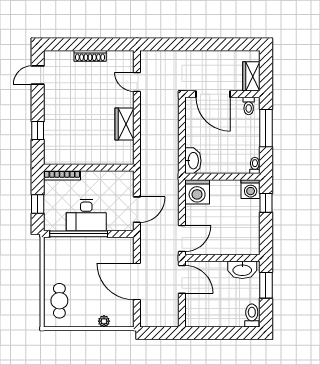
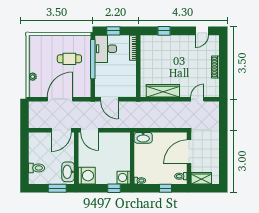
door: (38, 75) -> (202, 31), swing flipped
wardrobe: (124, 124) -> (163, 91), width x1.50
window: (266, 128) -> (166, 188), width x0.46
washing machine: (197, 192) -> (87, 176), moved, turned 180
desk: (86, 215) -> (106, 49), moved
cafe table: (59, 301) -> (69, 59), moved
toilet: (252, 315) -> (37, 168), moved

